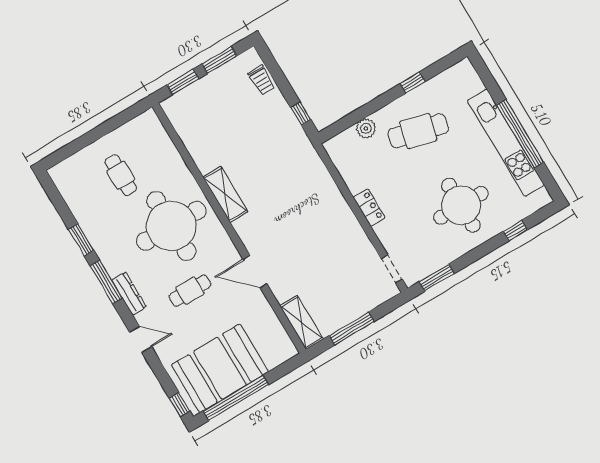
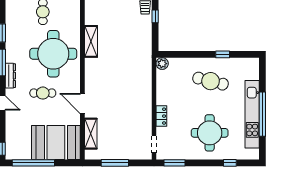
window: (301, 114) -> (155, 16), moved
plant: (366, 128) -> (162, 64), moved
shelving: (225, 194) -> (91, 41), moved
locker: (369, 207) -> (161, 116), moved
shelving: (302, 322) -> (91, 134), moved
booth: (220, 368) -> (56, 142), moved

